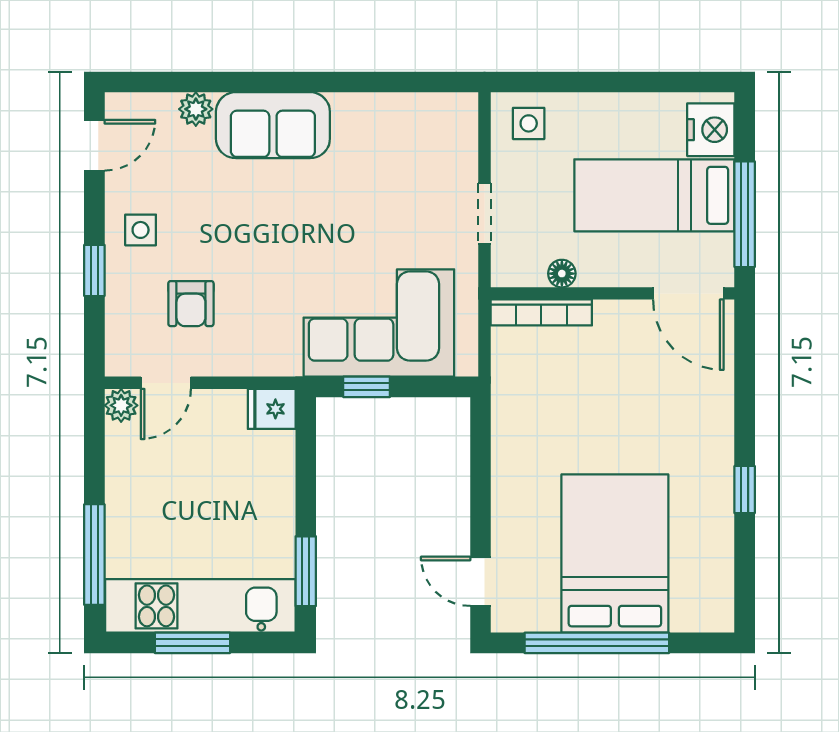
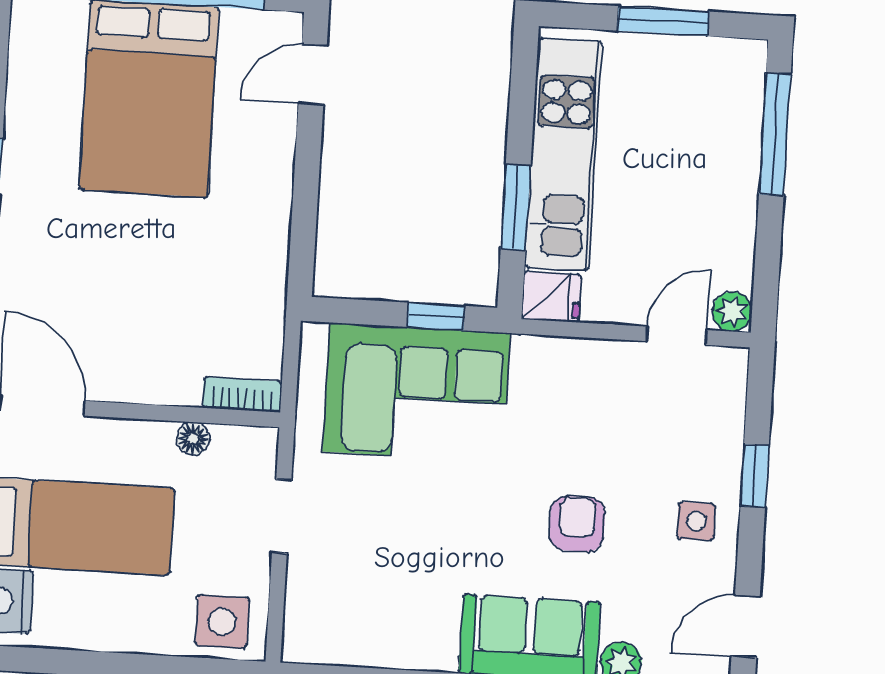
side table: (529, 123) -> (222, 622), width x1.37, depth x1.37
armchair: (191, 304) -> (577, 524), moved
bookcase: (541, 312) -> (242, 395), width x0.64
window: (306, 571) -> (516, 208), moved
door: (480, 581) -> (313, 74), swing flipped
kitchen unit: (200, 606) -> (563, 154), moved, turned -90

